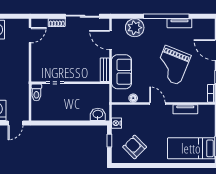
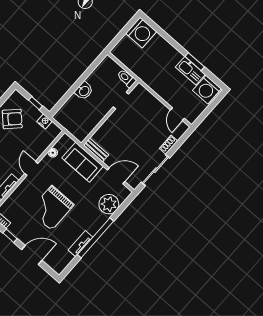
grand piano: (172, 65) -> (52, 208), turned -112
door: (157, 103) -> (31, 168), swing flipped
washbasin: (98, 114) -> (84, 91), moved
door: (15, 123) -> (117, 40), removed

